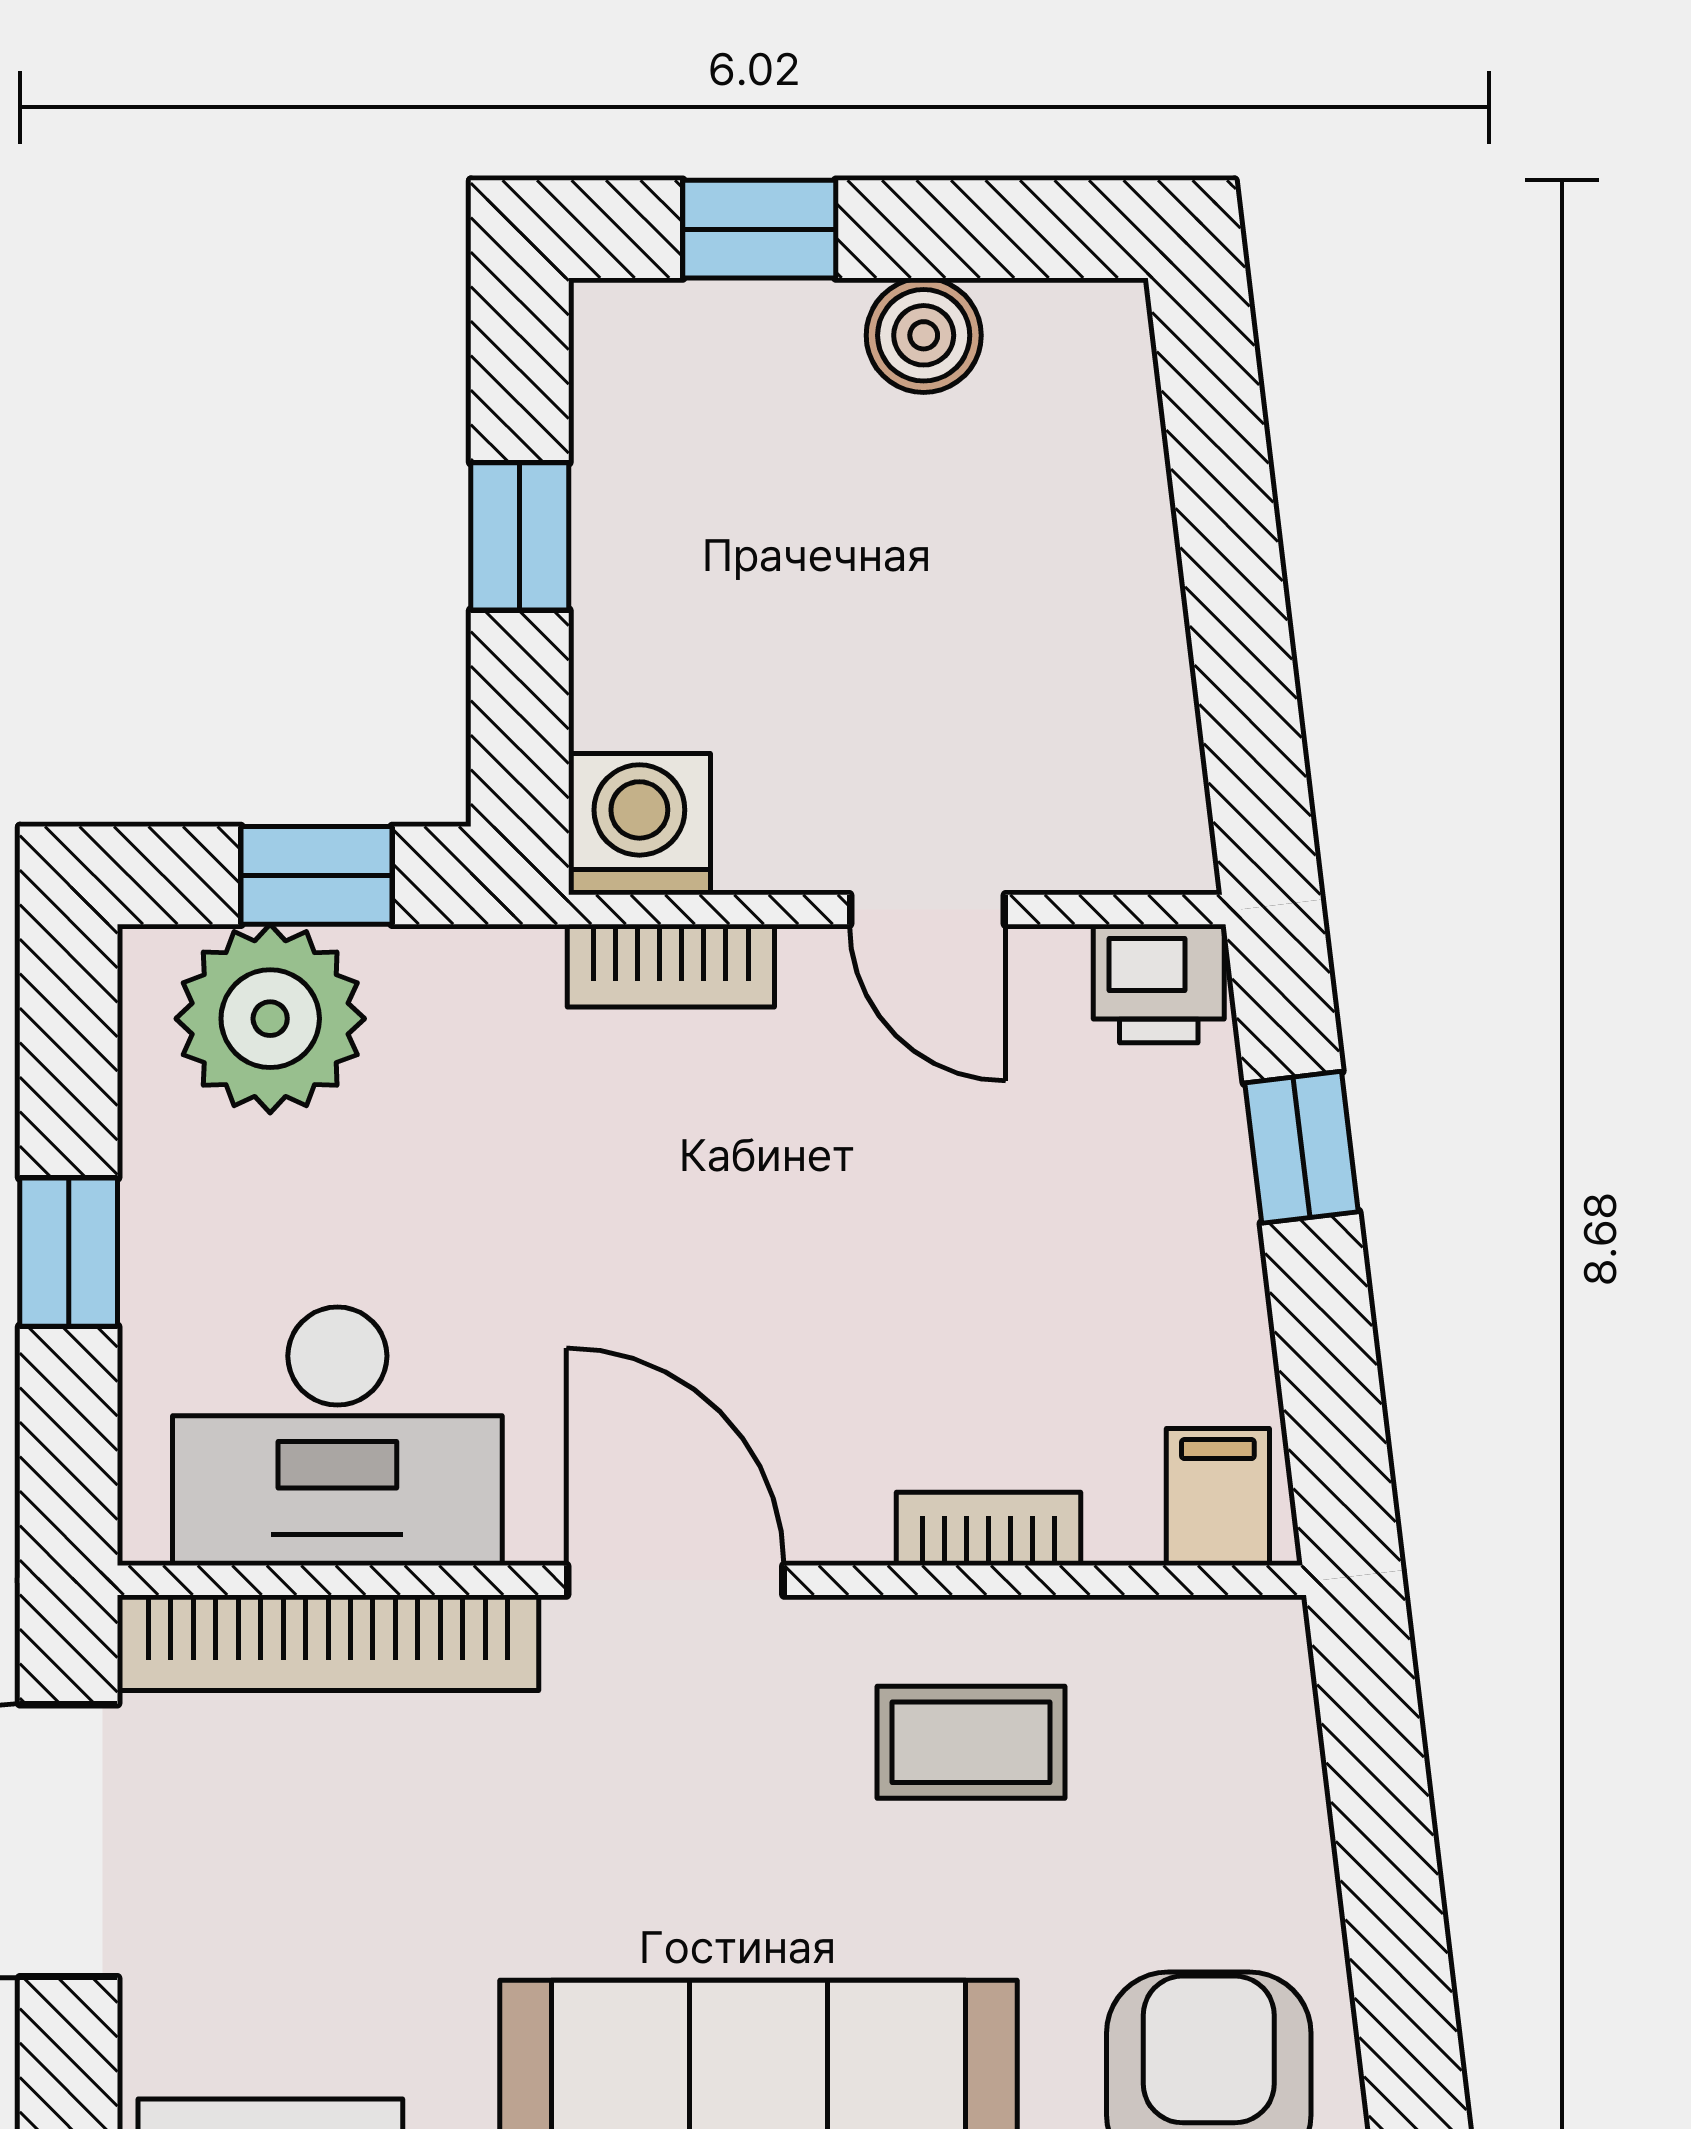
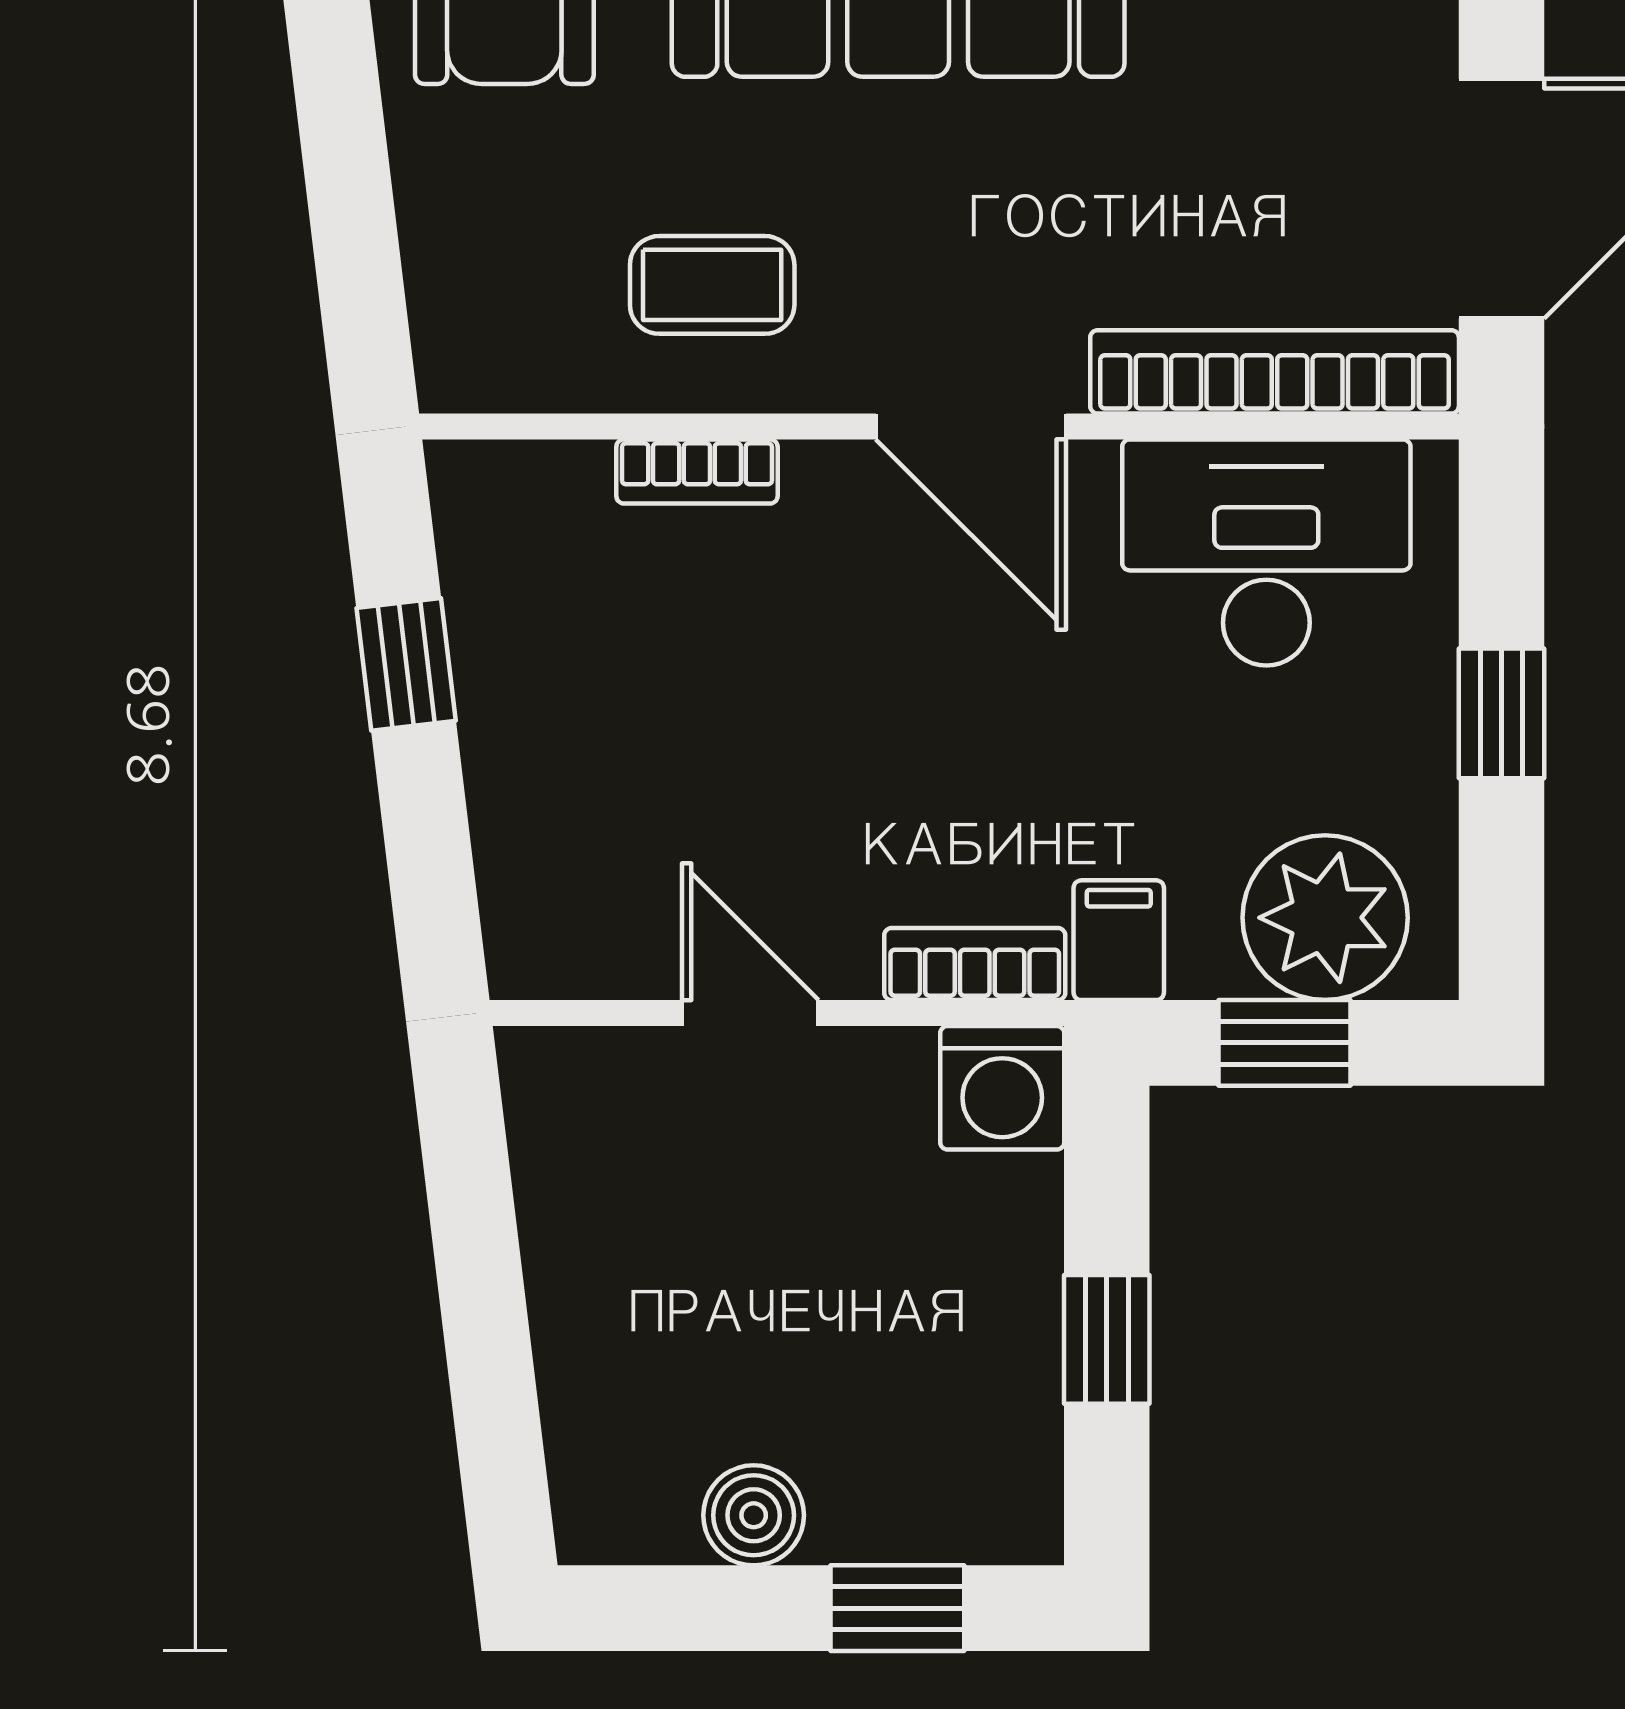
printer: (1159, 984) -> (548, 948), removed
window: (1302, 1147) -> (406, 664), moved
filing cabinet: (1218, 1497) -> (1119, 940), moved, turned 180

